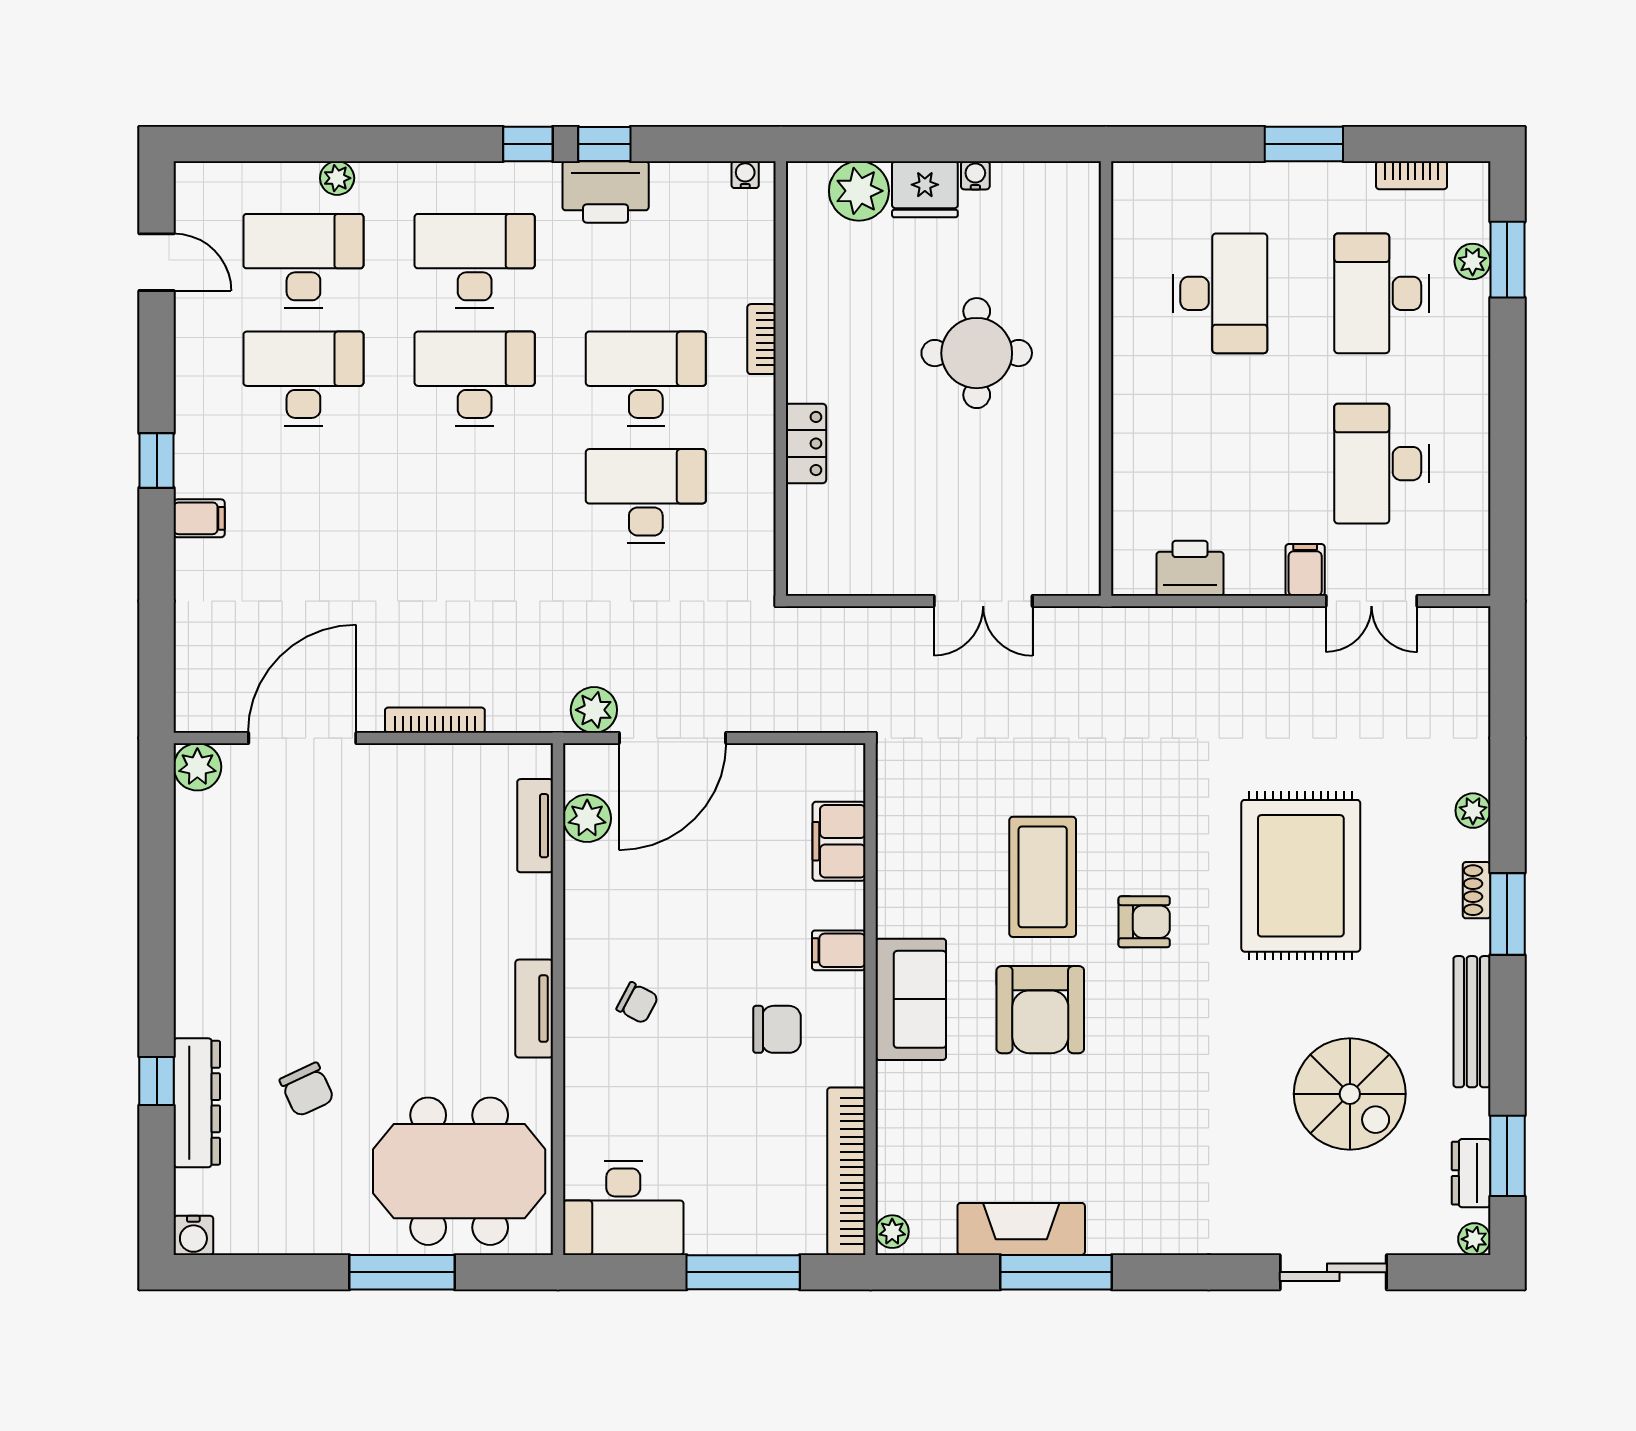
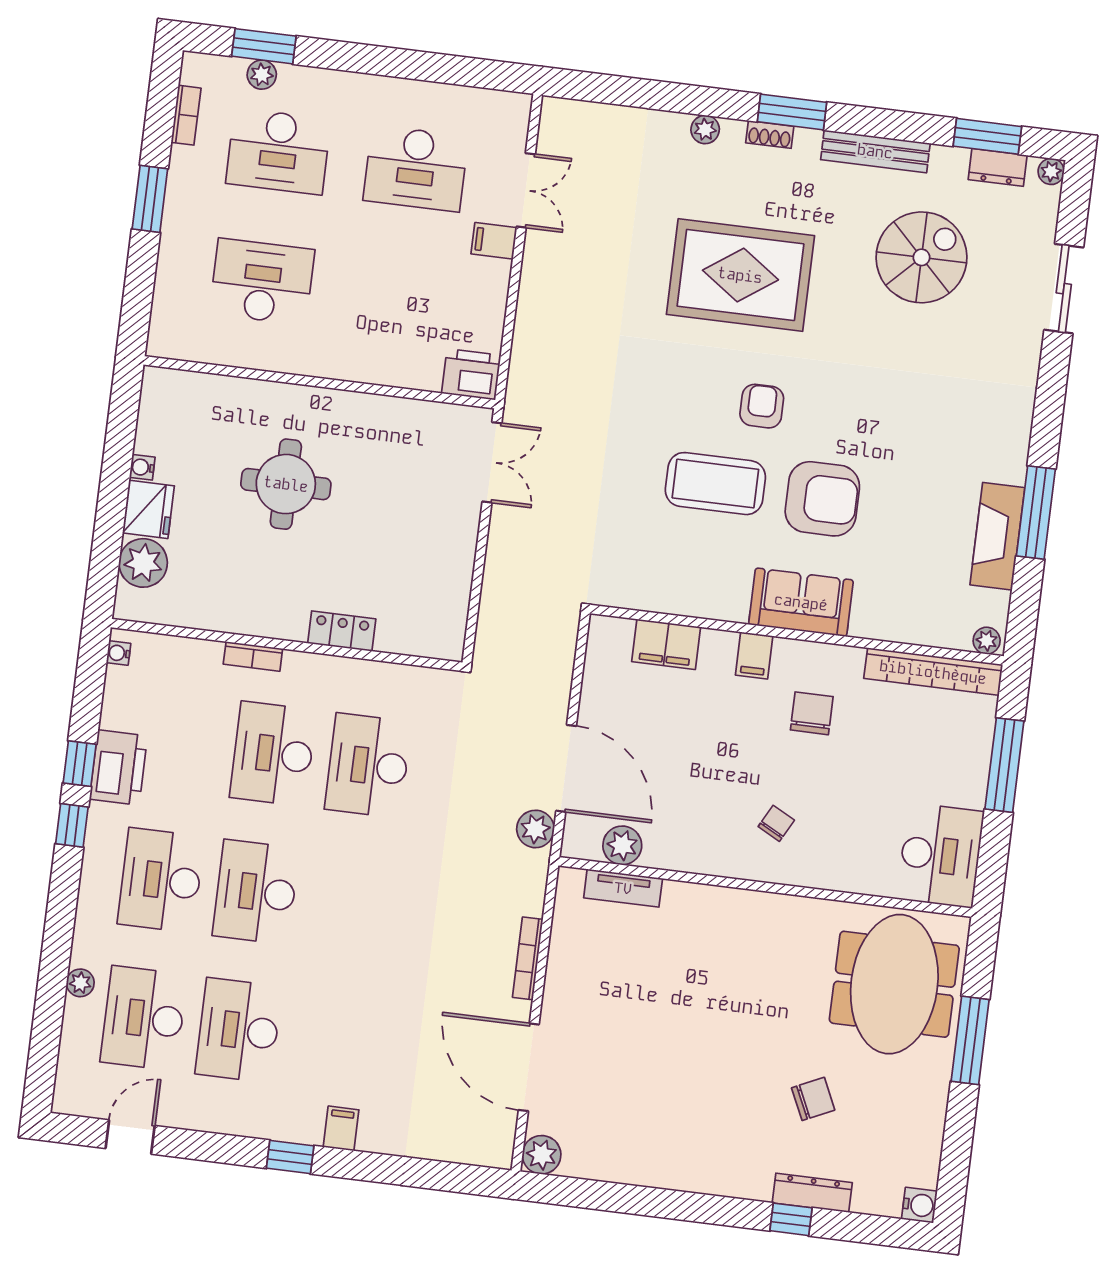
printer: (1190, 568) -> (471, 374), moved, turned 90
double door: (983, 601) -> (492, 462), moved
tv unit: (534, 1009) -> (771, 907), removed
dresser: (197, 1103) -> (812, 1193), width x0.73, depth x0.80

